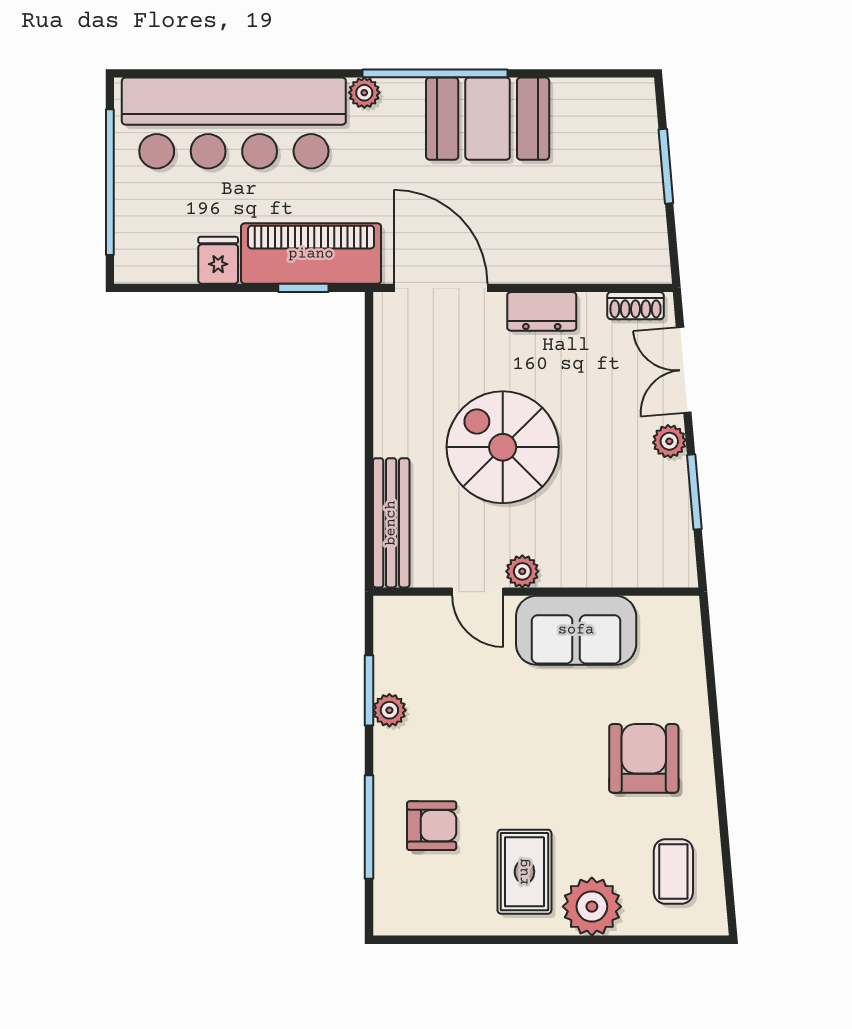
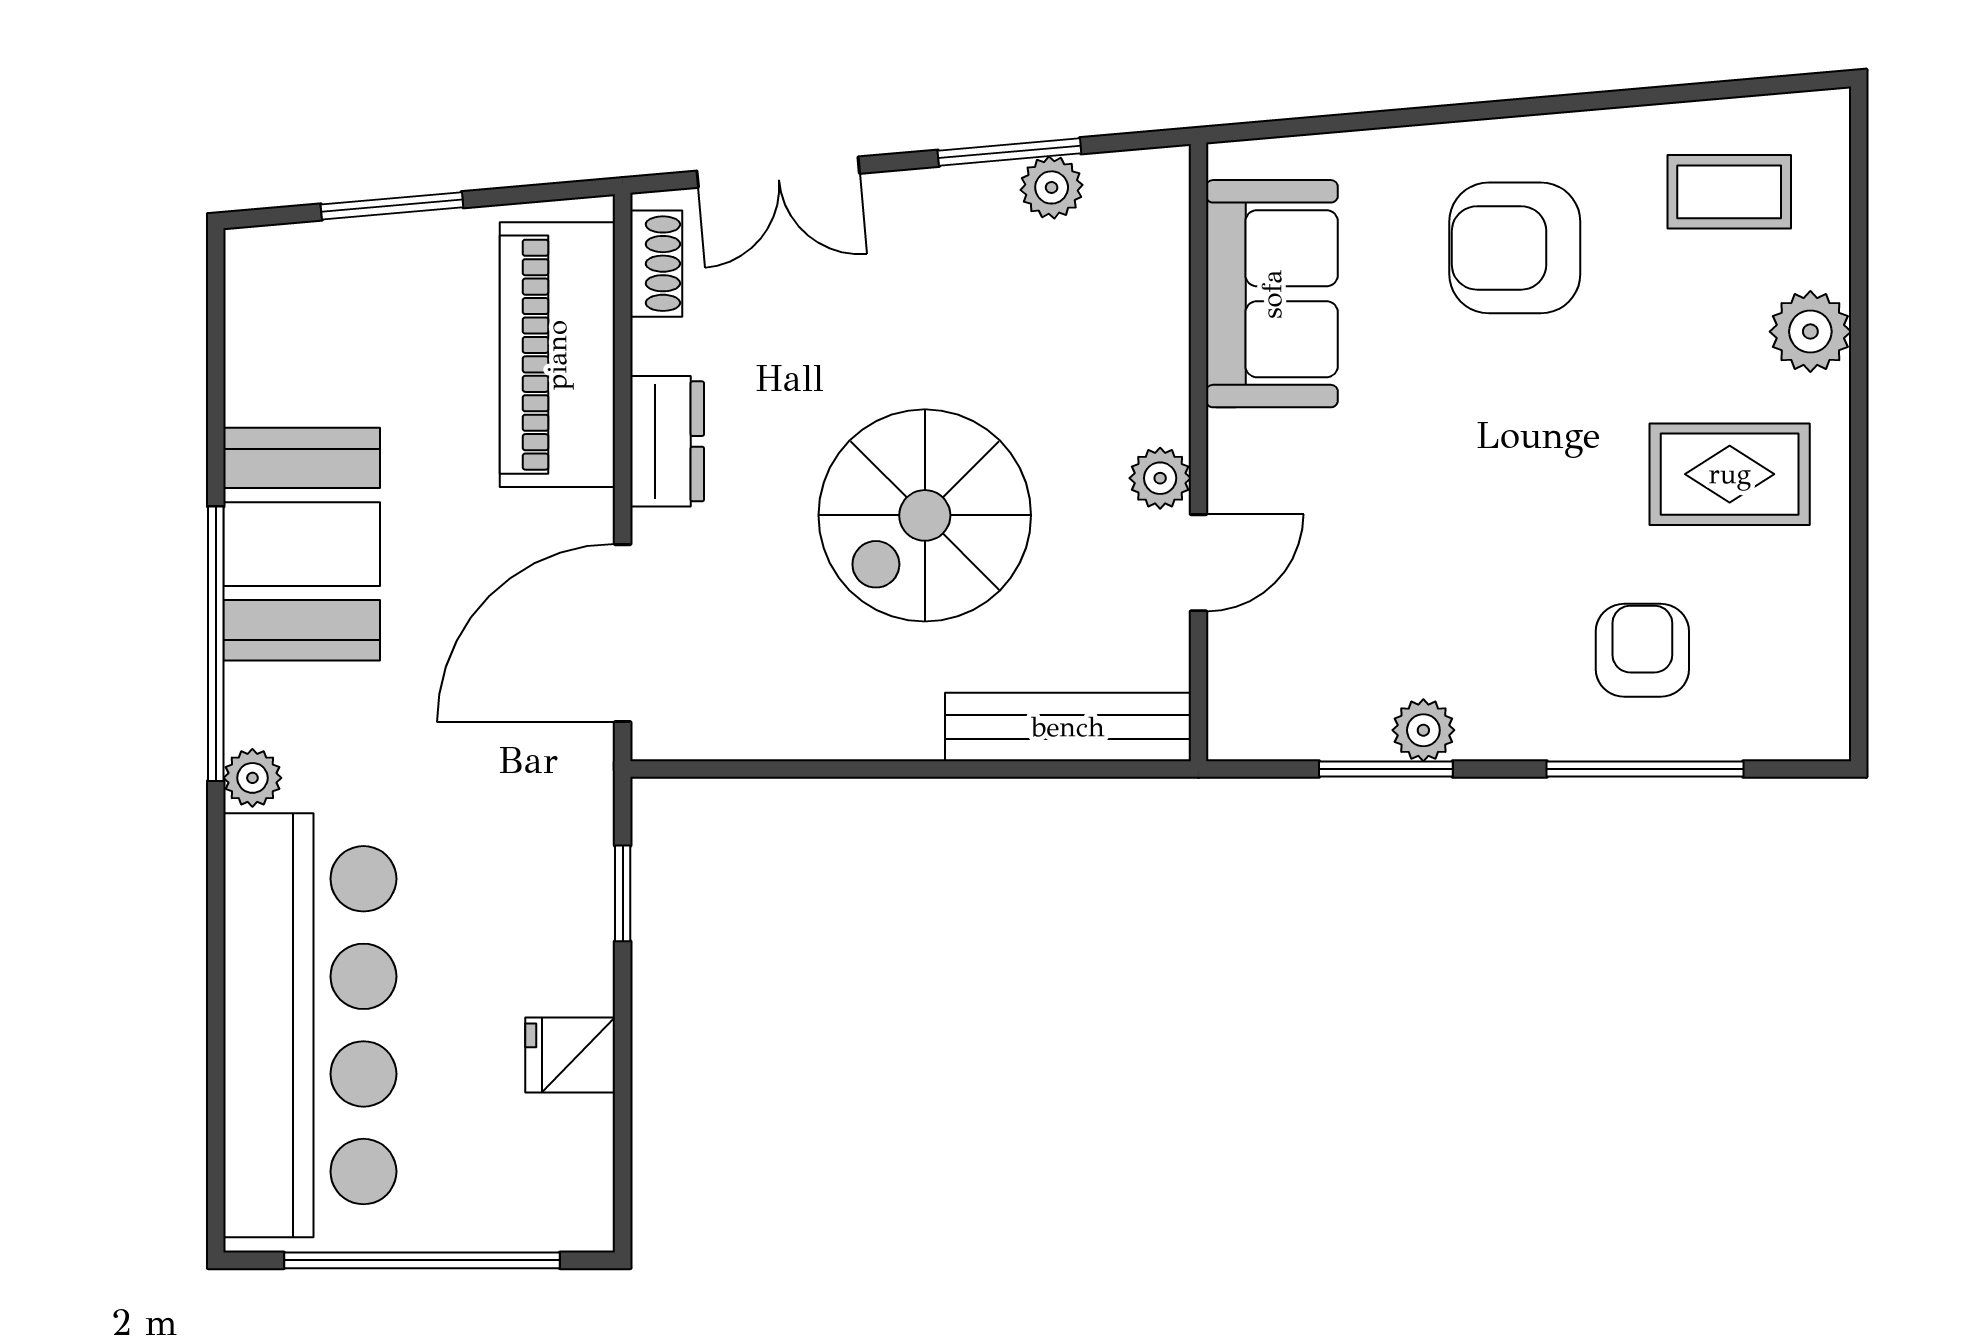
piano: (311, 254) -> (557, 355), moved
plant: (669, 441) -> (1052, 187), moved
sofa: (576, 630) -> (1272, 294), moved
plant: (592, 907) -> (1810, 332), width x0.73, depth x0.73

